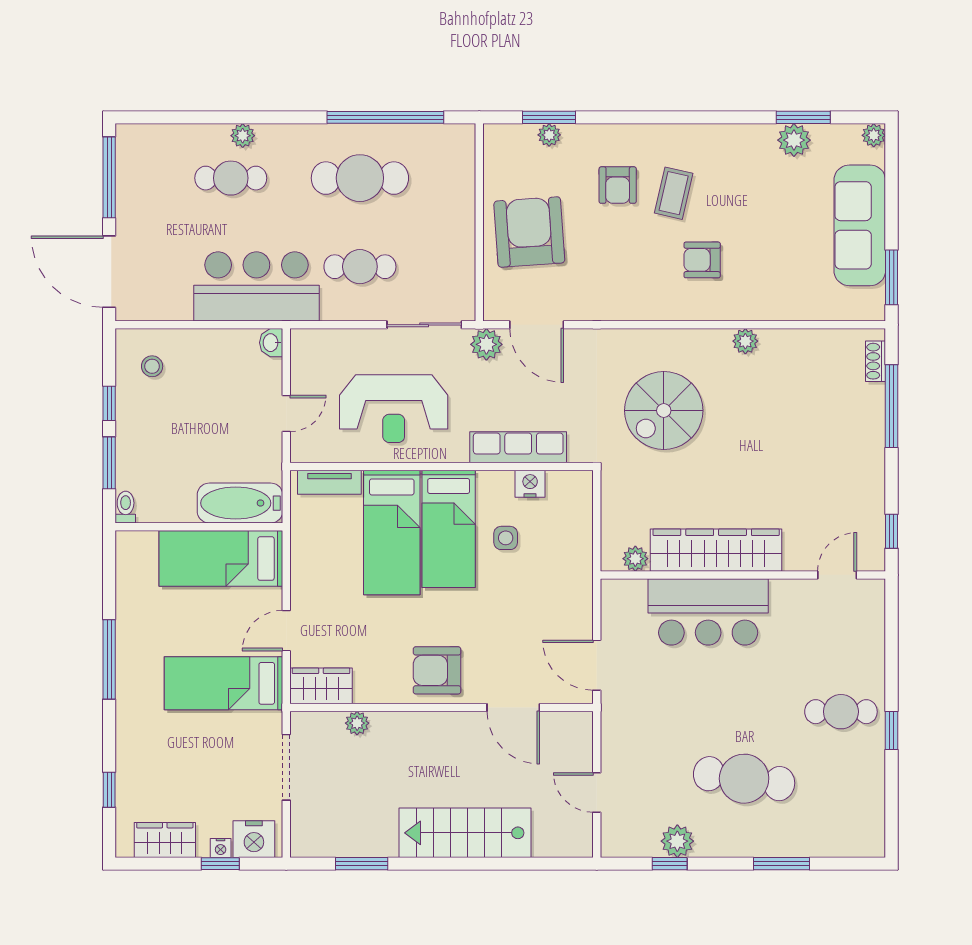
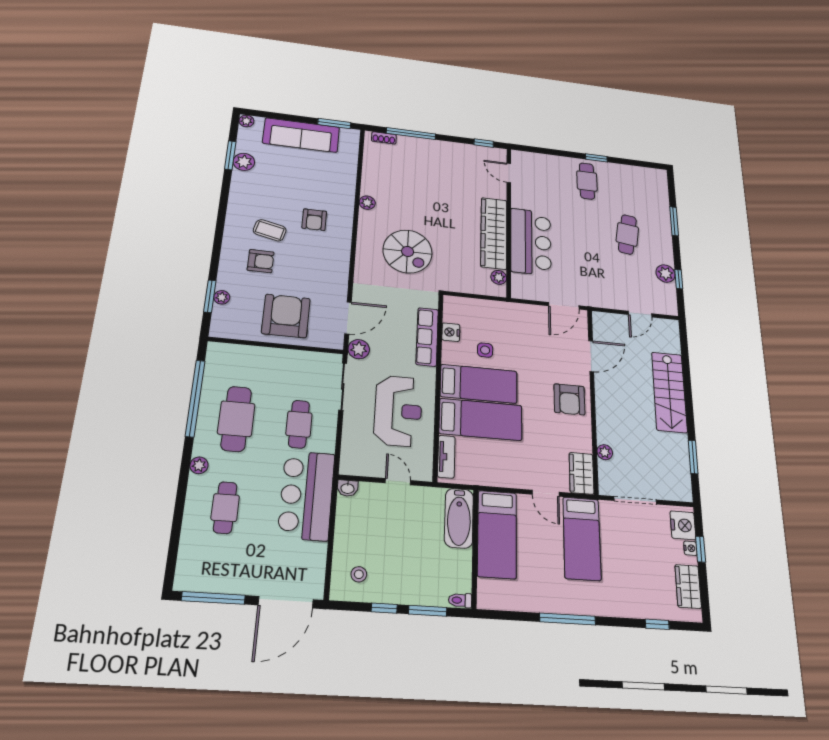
plant: (243, 136) -> (199, 465), moved
armchair: (529, 232) -> (286, 316), turned 94
cafe table: (744, 779) -> (627, 234), width x0.73, depth x0.74

